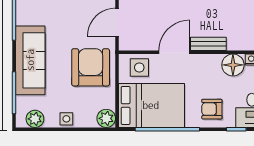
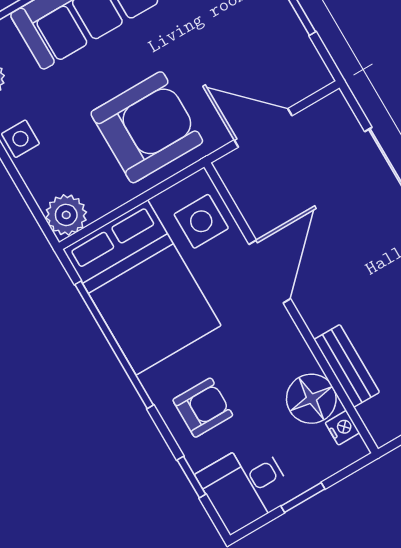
bench: (208, 44) -> (347, 366), moved
door: (174, 52) -> (270, 271), hinge flipped
armchair: (212, 109) -> (203, 408), turned 90

